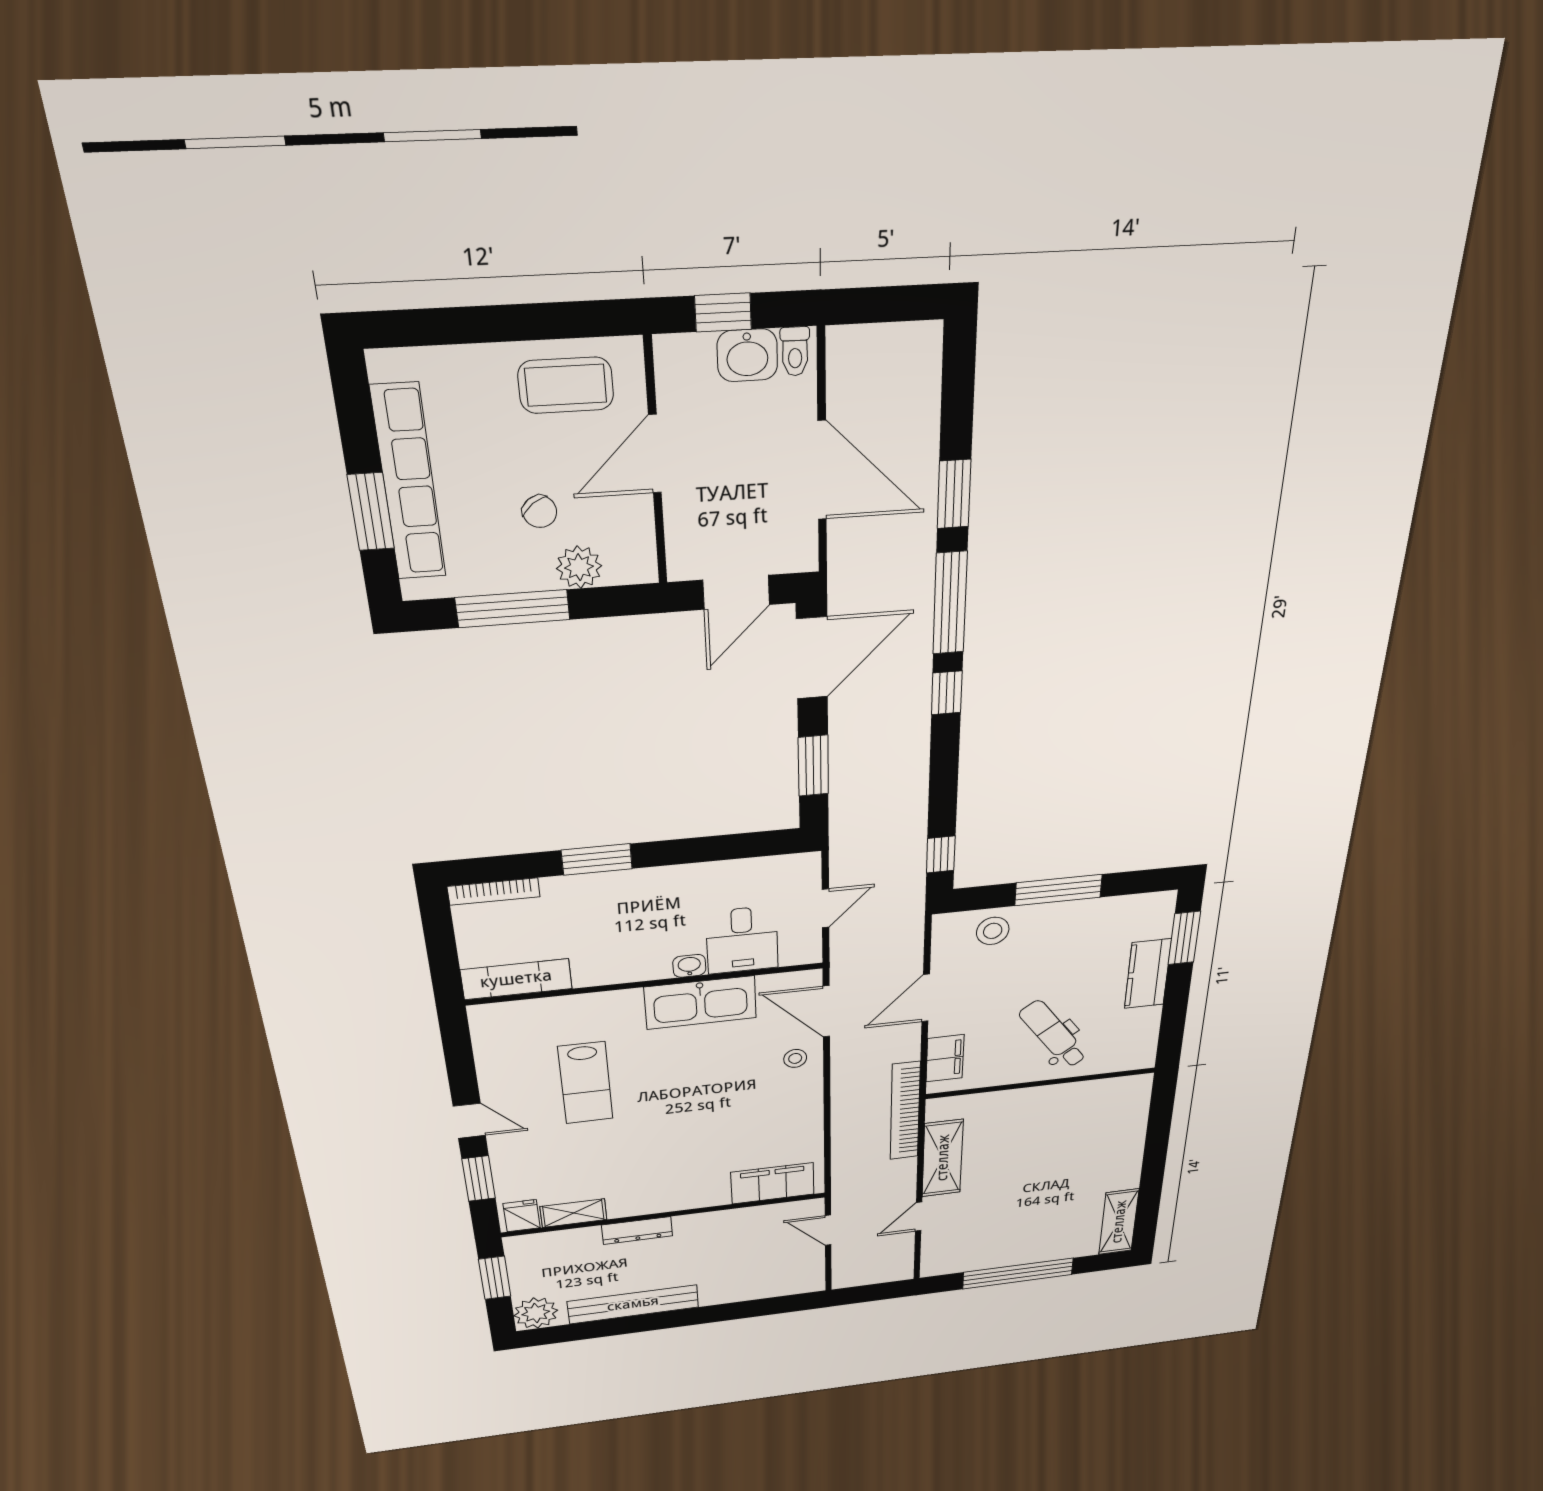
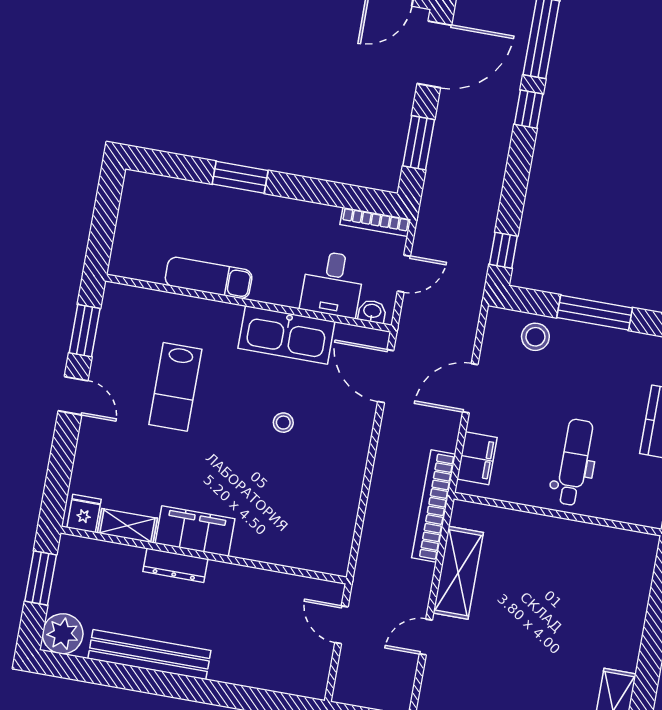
bookcase: (494, 892) -> (375, 222), moved
washbasin: (689, 966) -> (372, 311), moved
exam couch: (516, 979) -> (209, 278), moved
dental chair: (1053, 1034) -> (574, 462), turned 36
stool: (795, 1058) -> (283, 423), moved
window: (479, 1179) -> (85, 331), moved
filing cabinet: (773, 1183) -> (195, 531), moved

